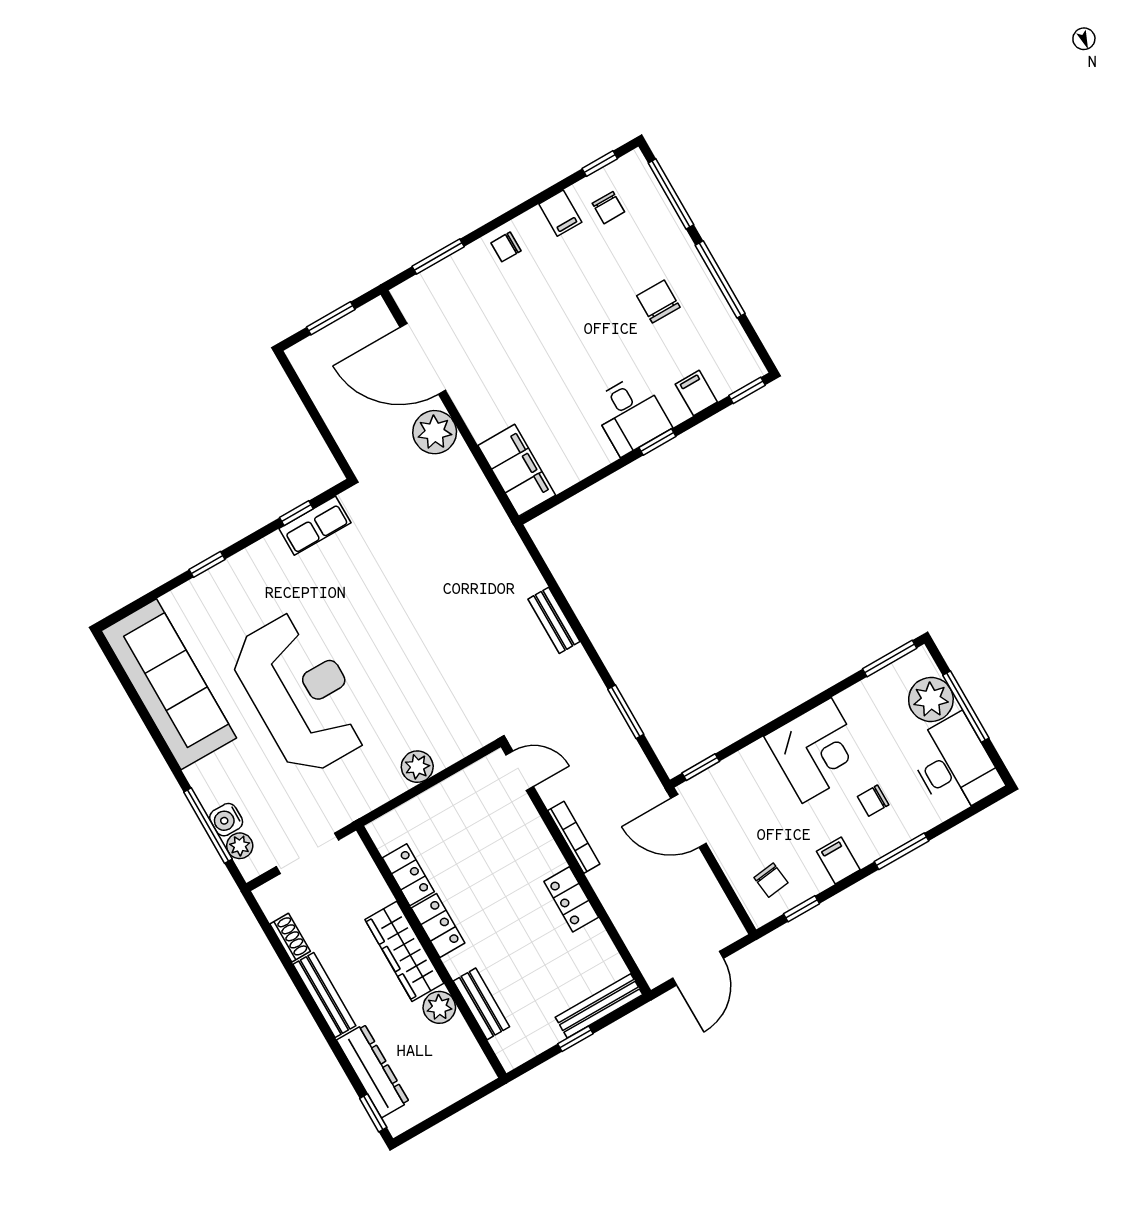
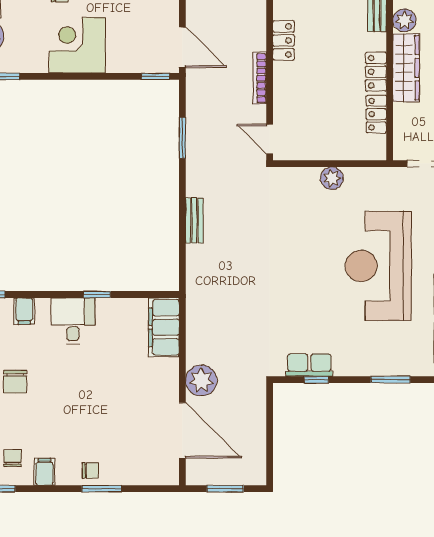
window: (438, 257) -> (102, 489), moved
window: (657, 442) -> (97, 294), moved
window: (207, 564) -> (390, 380), width x1.50

